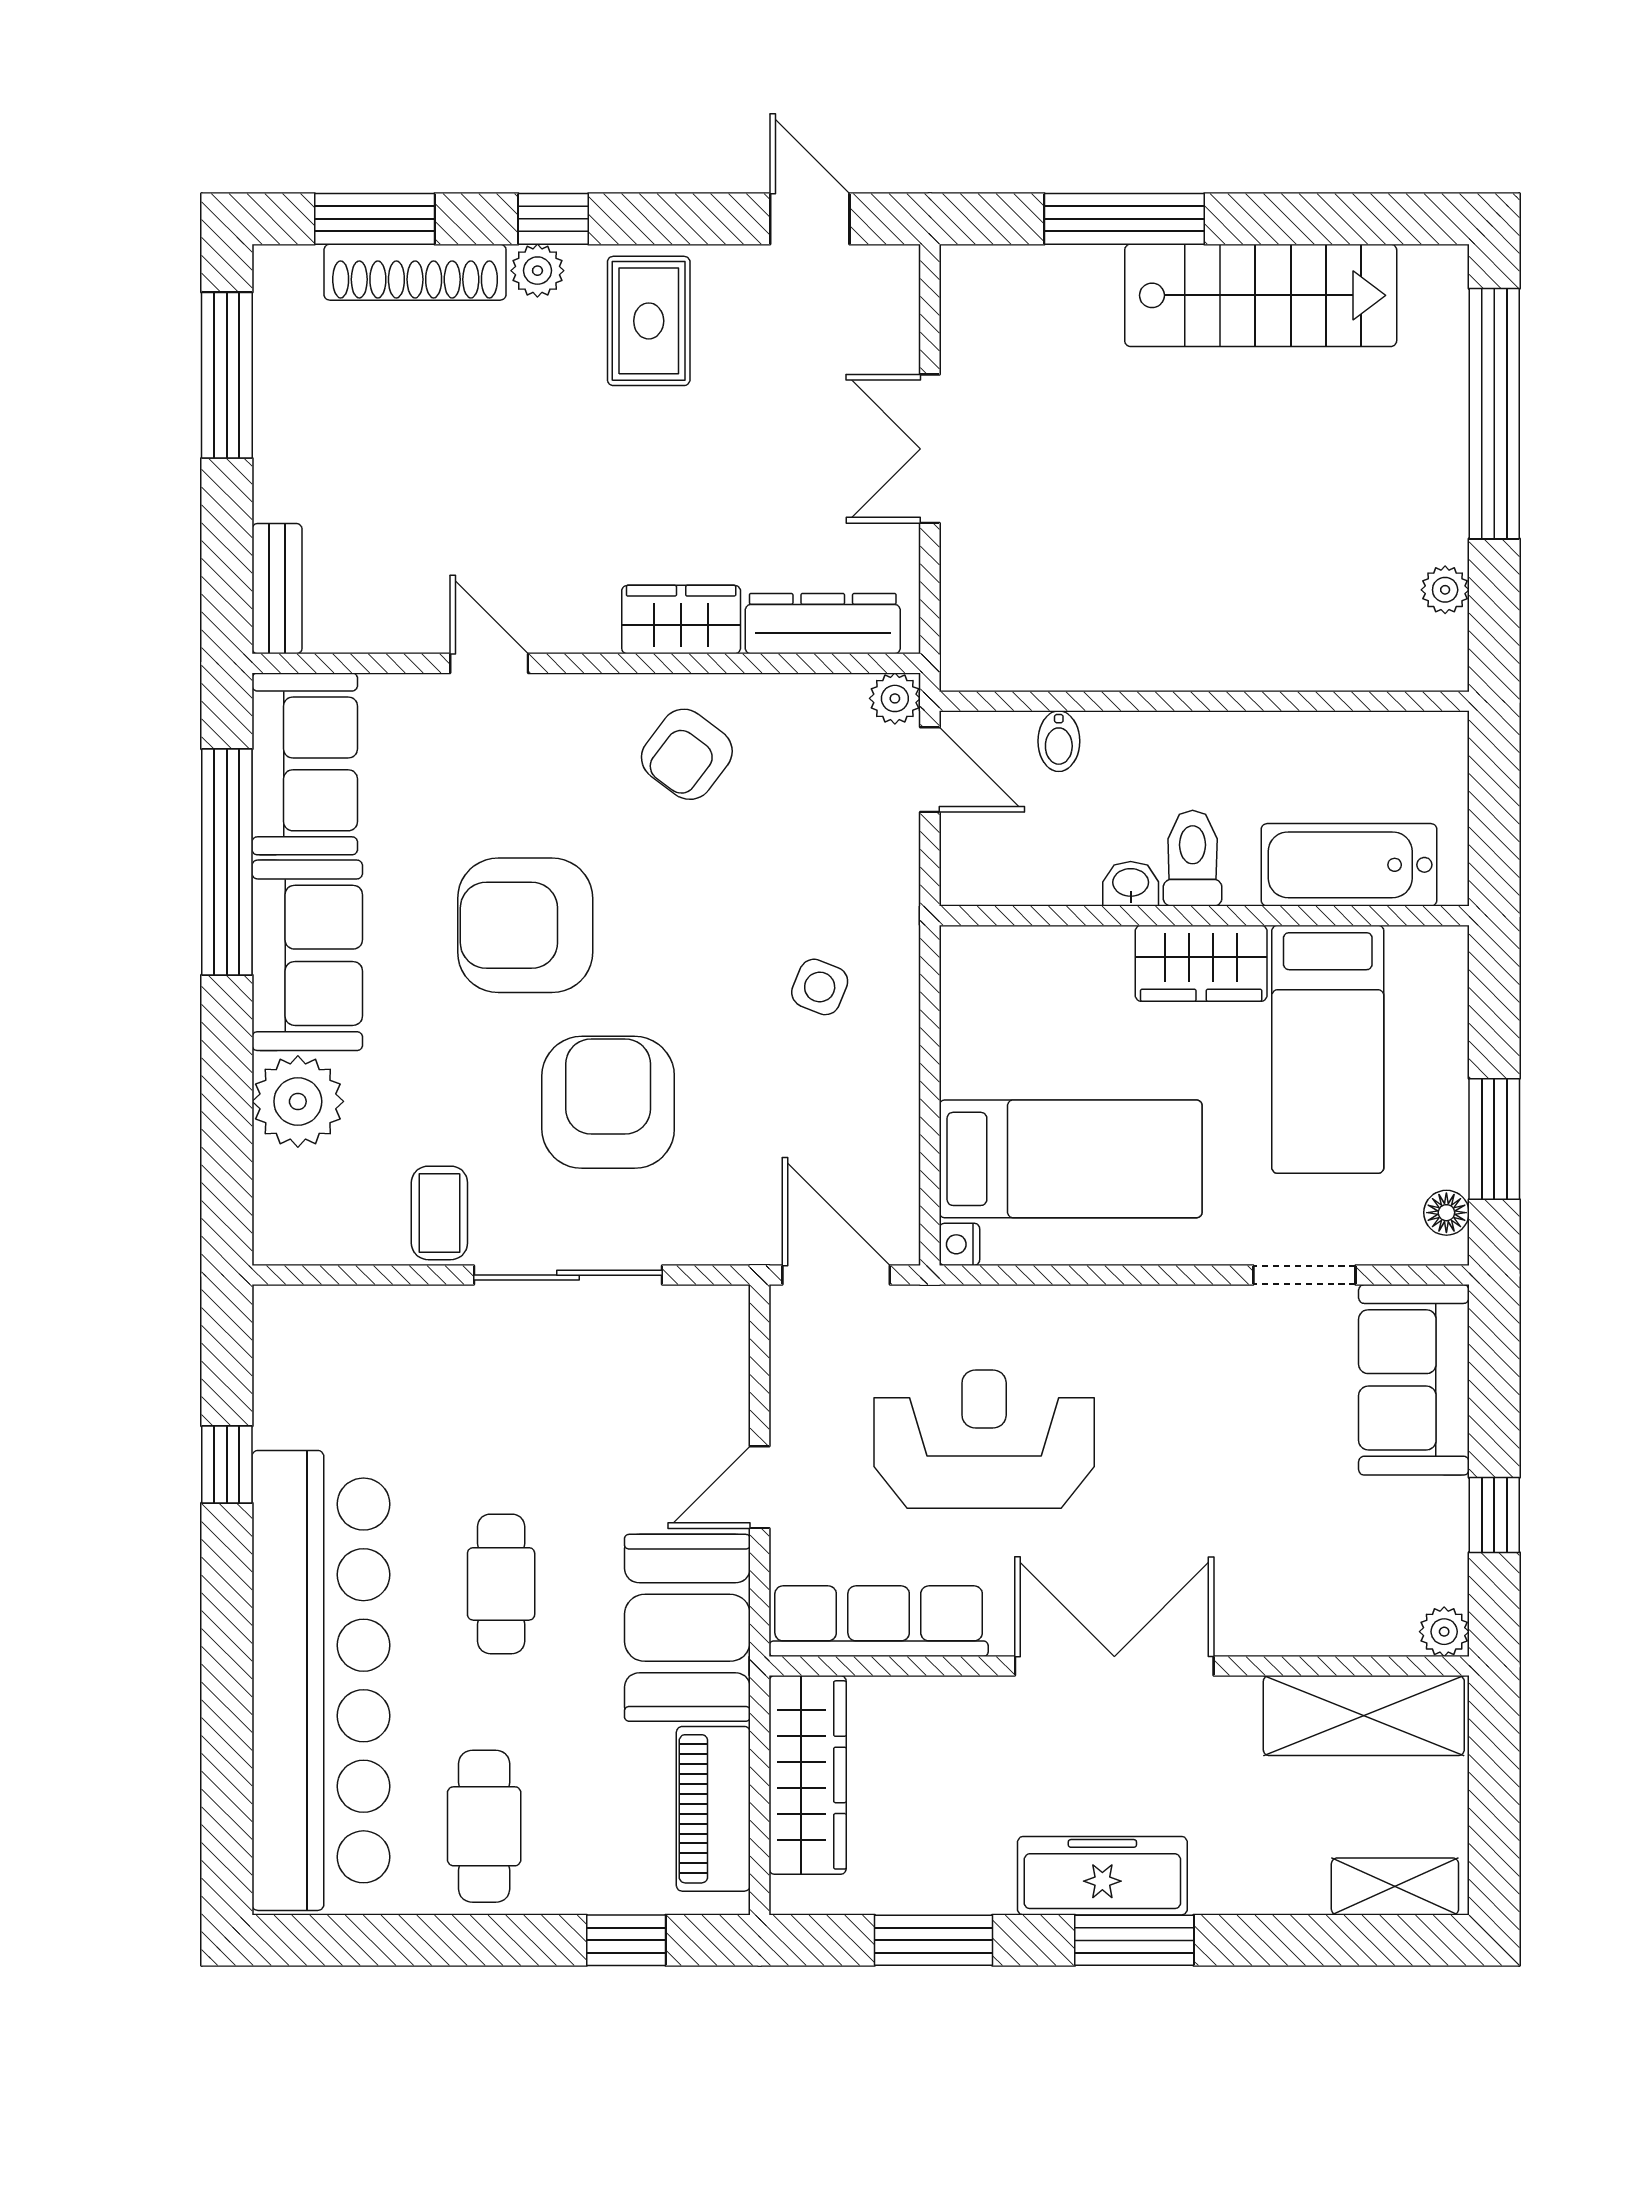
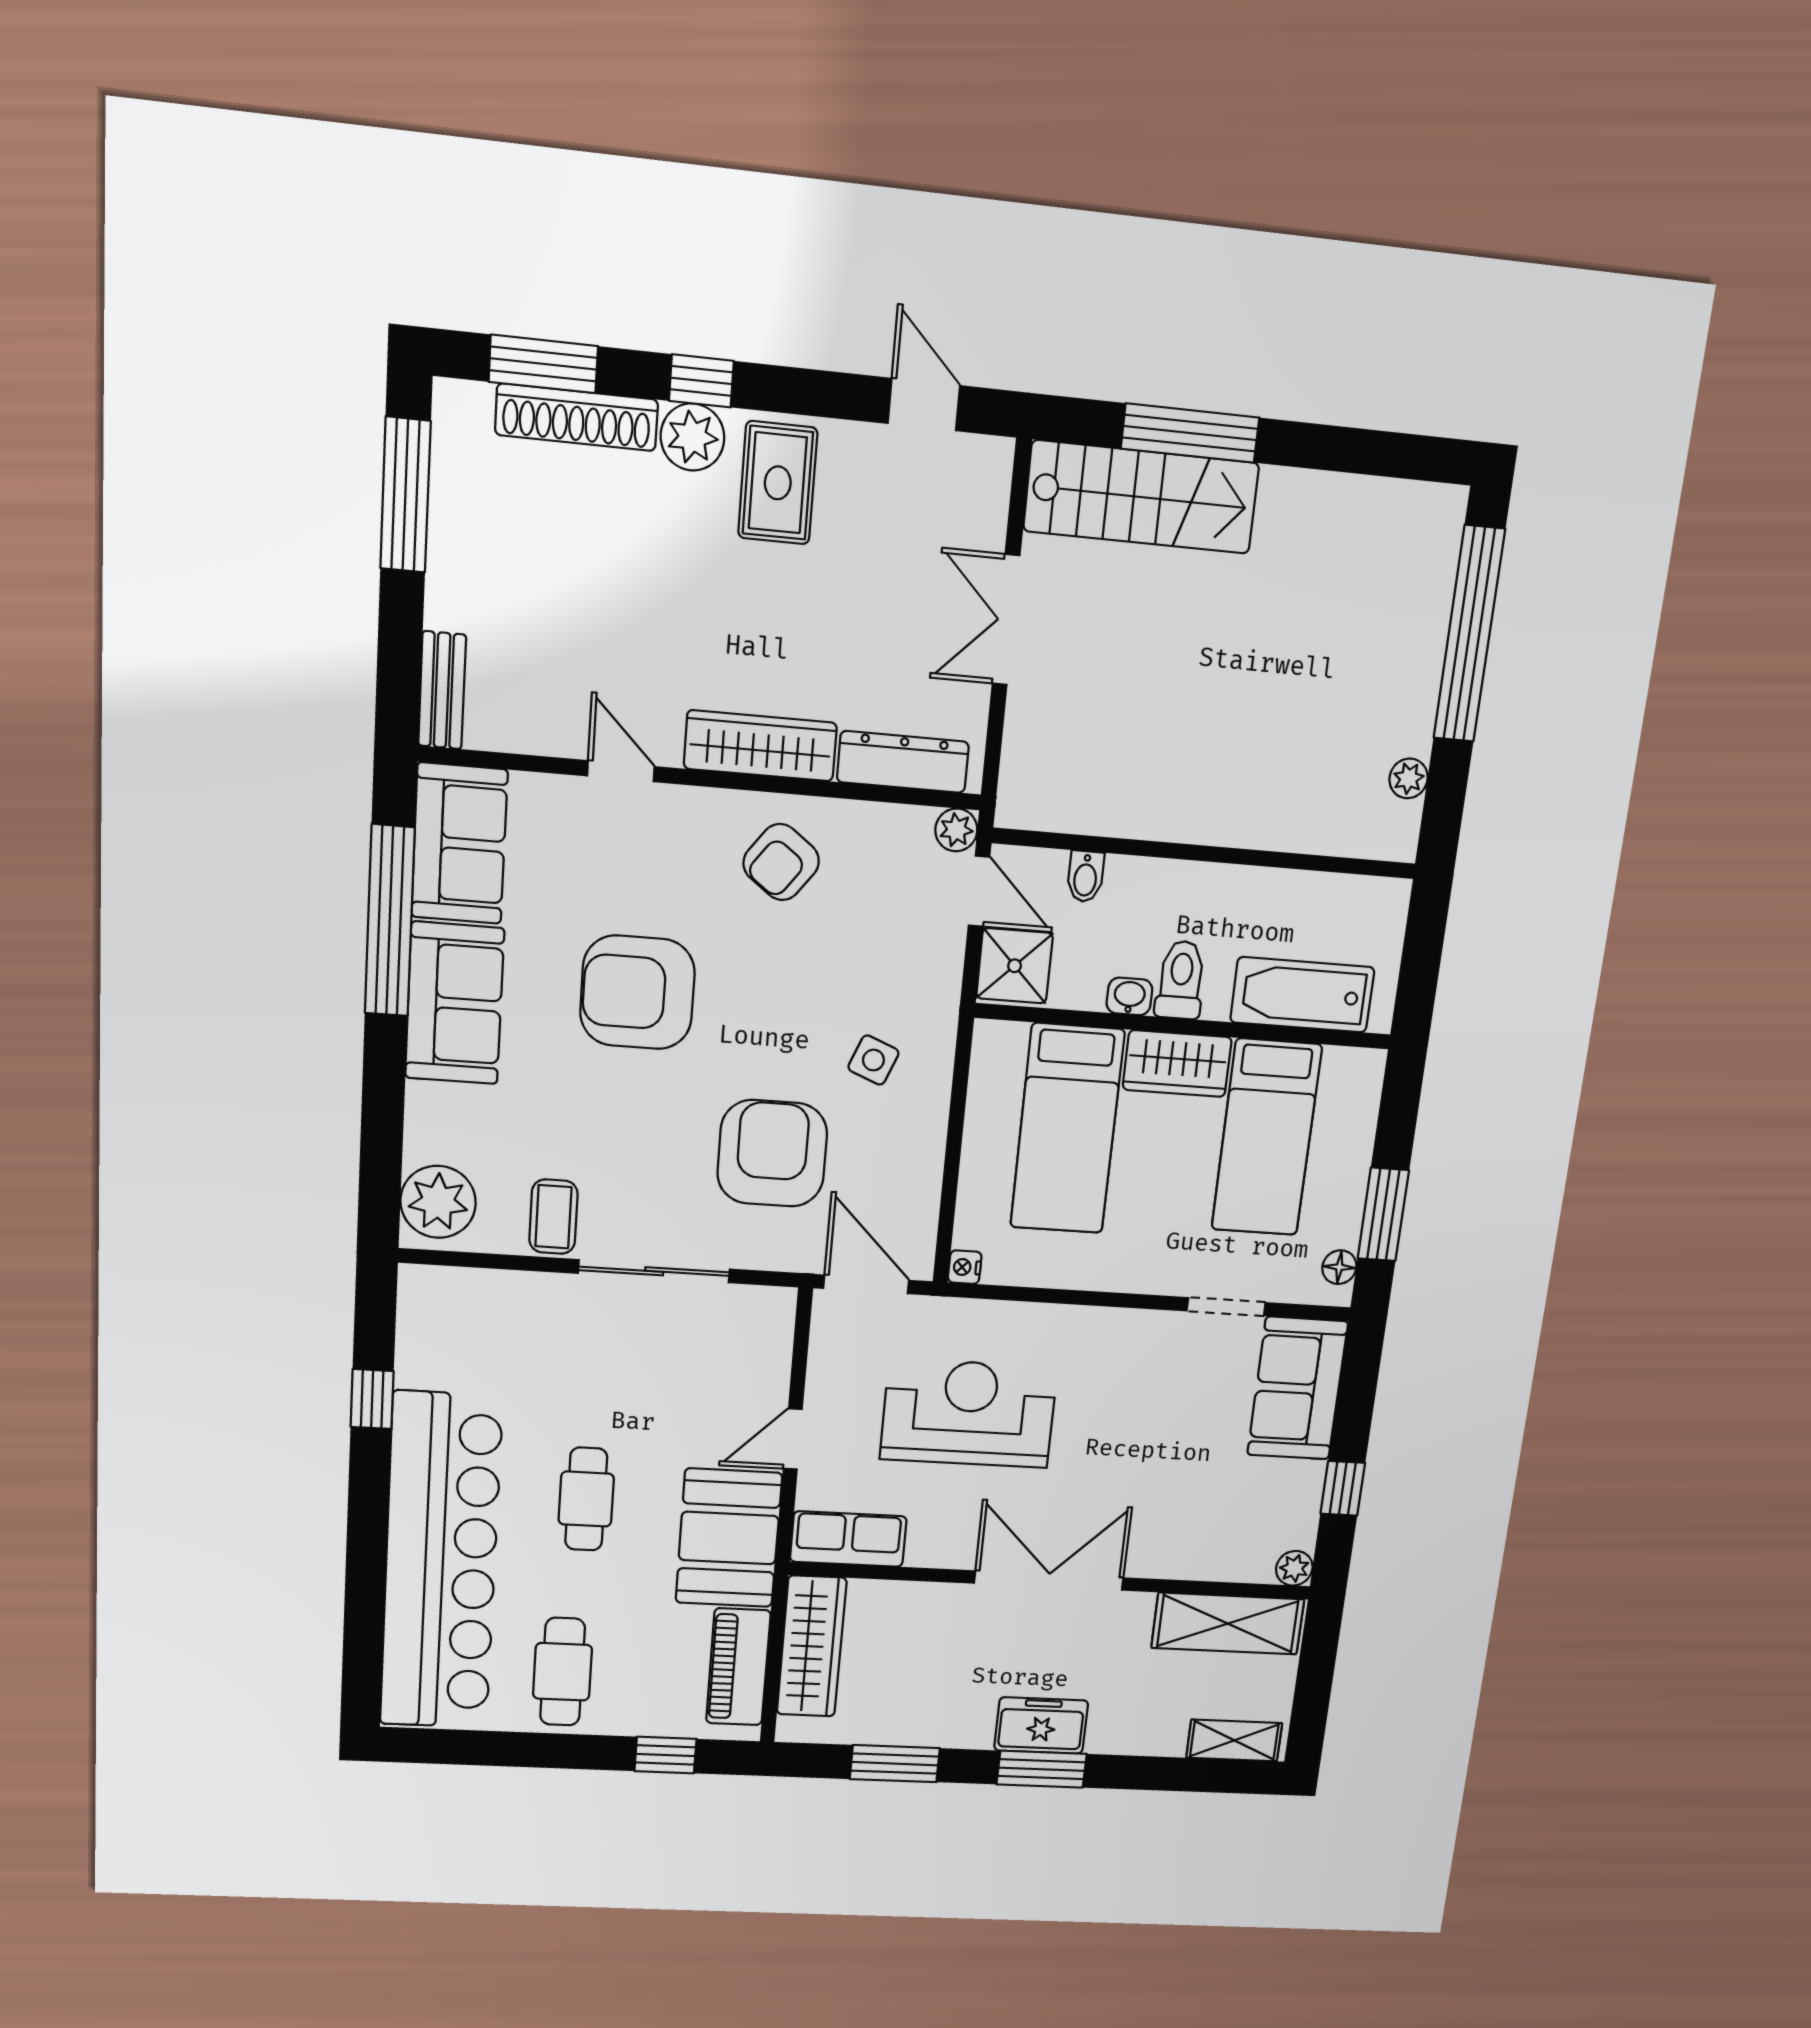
plant: (537, 271) -> (692, 437), width x1.38, depth x1.38
stairs: (1261, 295) -> (1141, 497), moved
wardrobe: (681, 620) -> (760, 746), width x1.50
shower: (983, 857) -> (1015, 966), added
plant: (298, 1101) -> (438, 1202), moved
armchair: (608, 1102) -> (772, 1153), moved
bed: (1071, 1159) -> (1067, 1129), moved, turned 90
row of seats: (879, 1621) -> (848, 1539), width x0.68
freezer: (1102, 1876) -> (1041, 1725), width x0.71

